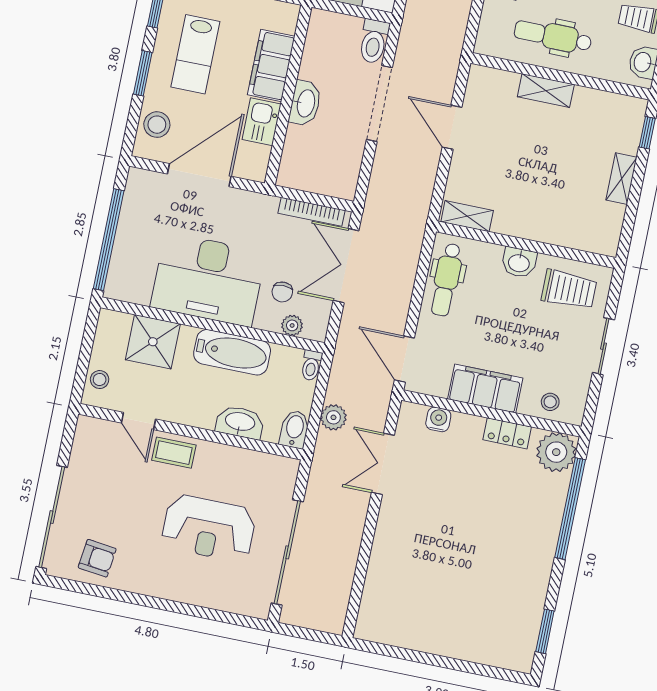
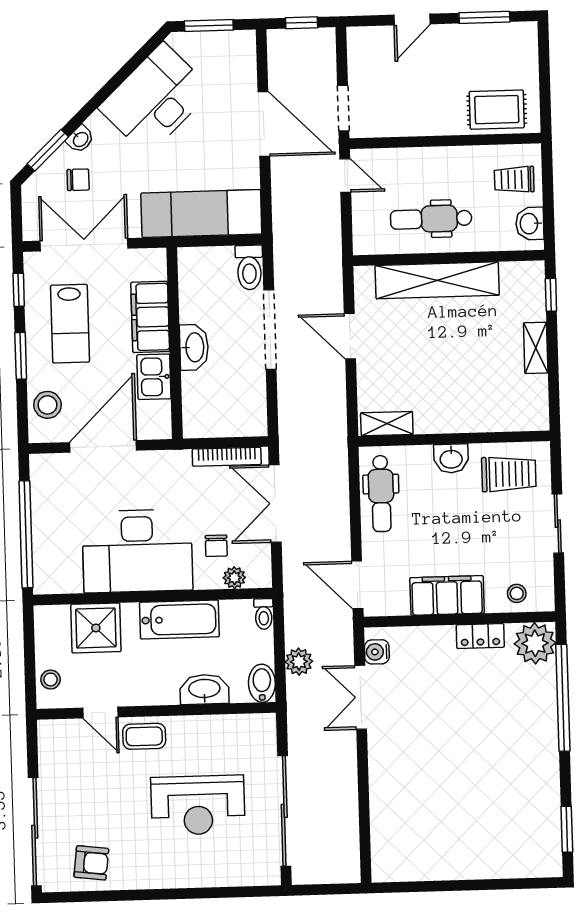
shelving: (546, 91) -> (437, 280), width x2.20, depth x1.33
water cooler: (438, 419) -> (377, 652), moved, turned -90

